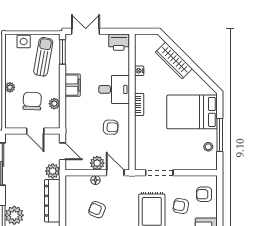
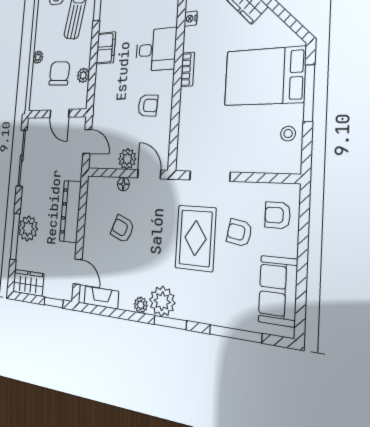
window: (220, 135) -> (309, 93), moved
plant: (53, 171) -> (74, 169), removed

